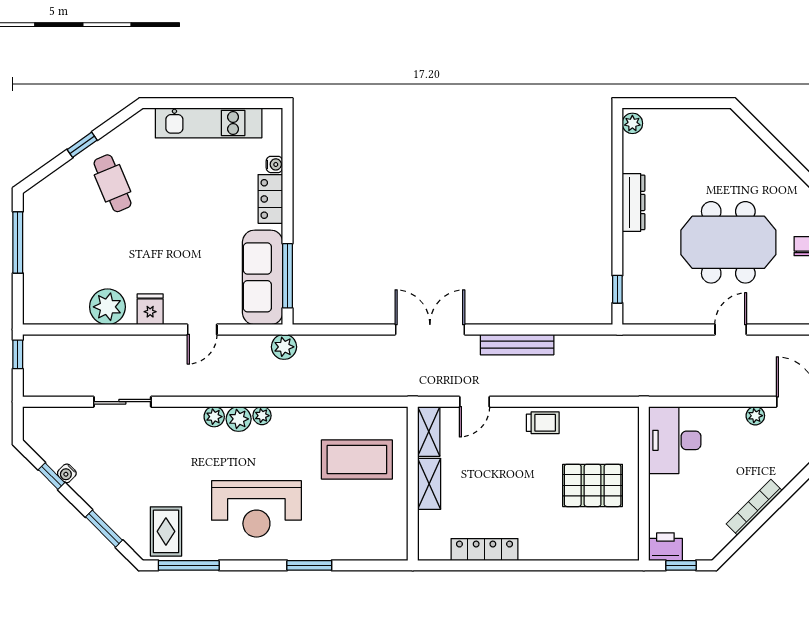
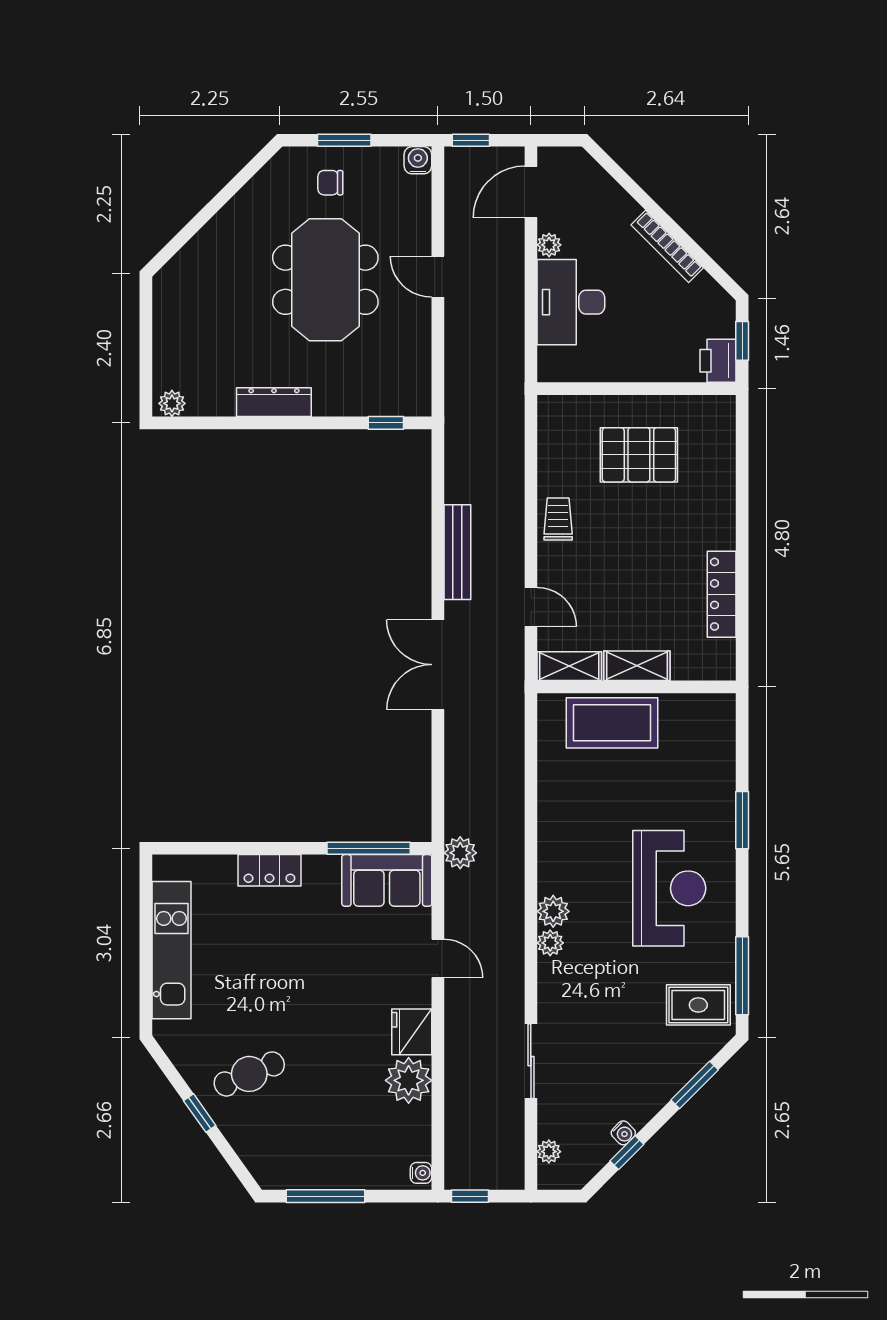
water cooler: (274, 164) -> (421, 1173), moved, turned 90
sofa: (263, 277) -> (387, 880), width x0.73
fridge: (150, 309) -> (412, 1032), width x1.38
plant: (262, 416) -> (549, 1152), moved
desk: (675, 440) -> (571, 302), moved, turned 90
coffee table: (357, 459) -> (612, 723), moved, turned 90
pallet: (593, 485) -> (639, 455), turned 90

